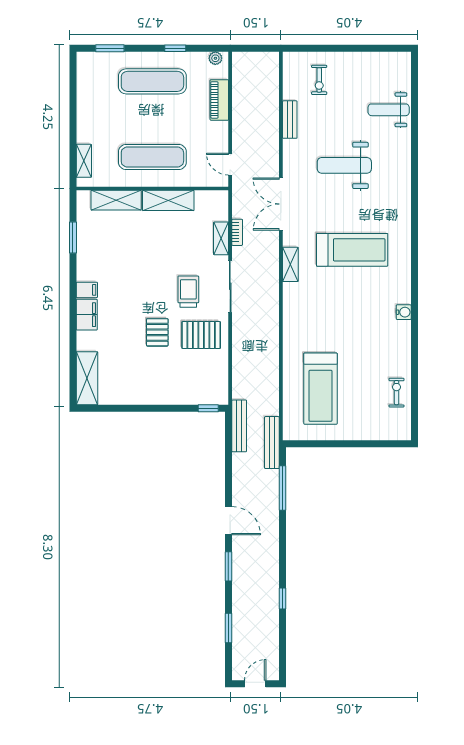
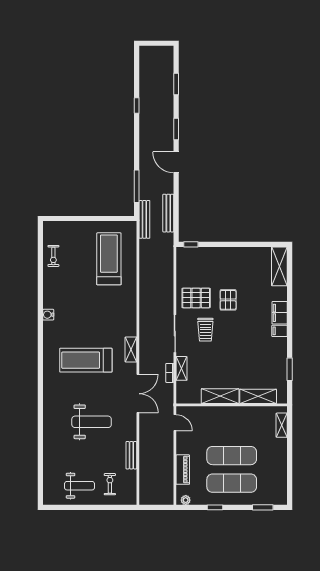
weight bench: (389, 110) -> (80, 486), moved
exercise mat: (152, 157) -> (232, 456), moved
bench: (239, 426) -> (168, 213), moved
door: (255, 684) -> (157, 43), removed

